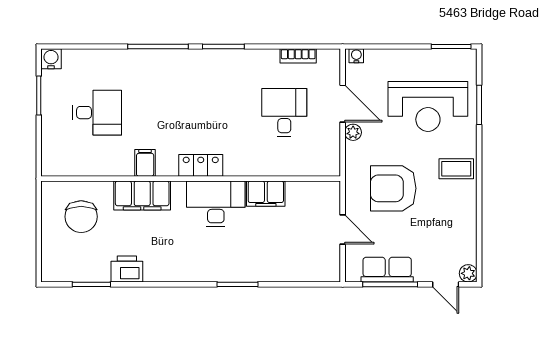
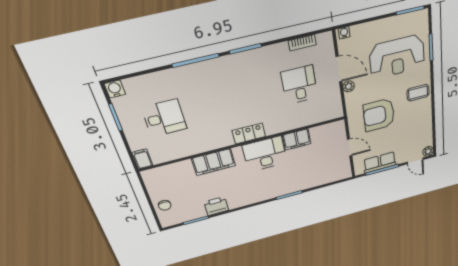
filing cabinet: (145, 163) -> (142, 159), moved
chair: (81, 217) -> (165, 205), moved, width x0.54, depth x0.54

